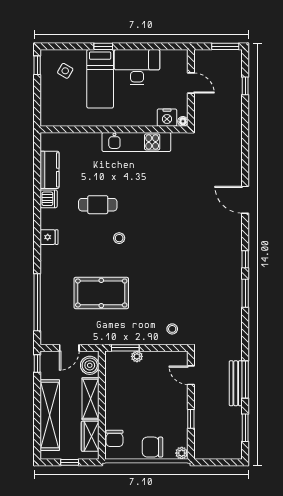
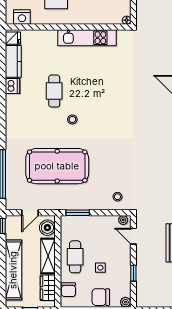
nightstand: (167, 118) -> (22, 17), moved
cafe table: (98, 205) -> (54, 91), turned 90
fridge: (49, 237) -> (13, 38), moved
pool table: (101, 293) -> (57, 166), width x1.36, depth x1.32
plant: (137, 356) -> (123, 220), moved
cafe table: (122, 400) -> (75, 257), added
side table: (152, 412) -> (100, 268), added

